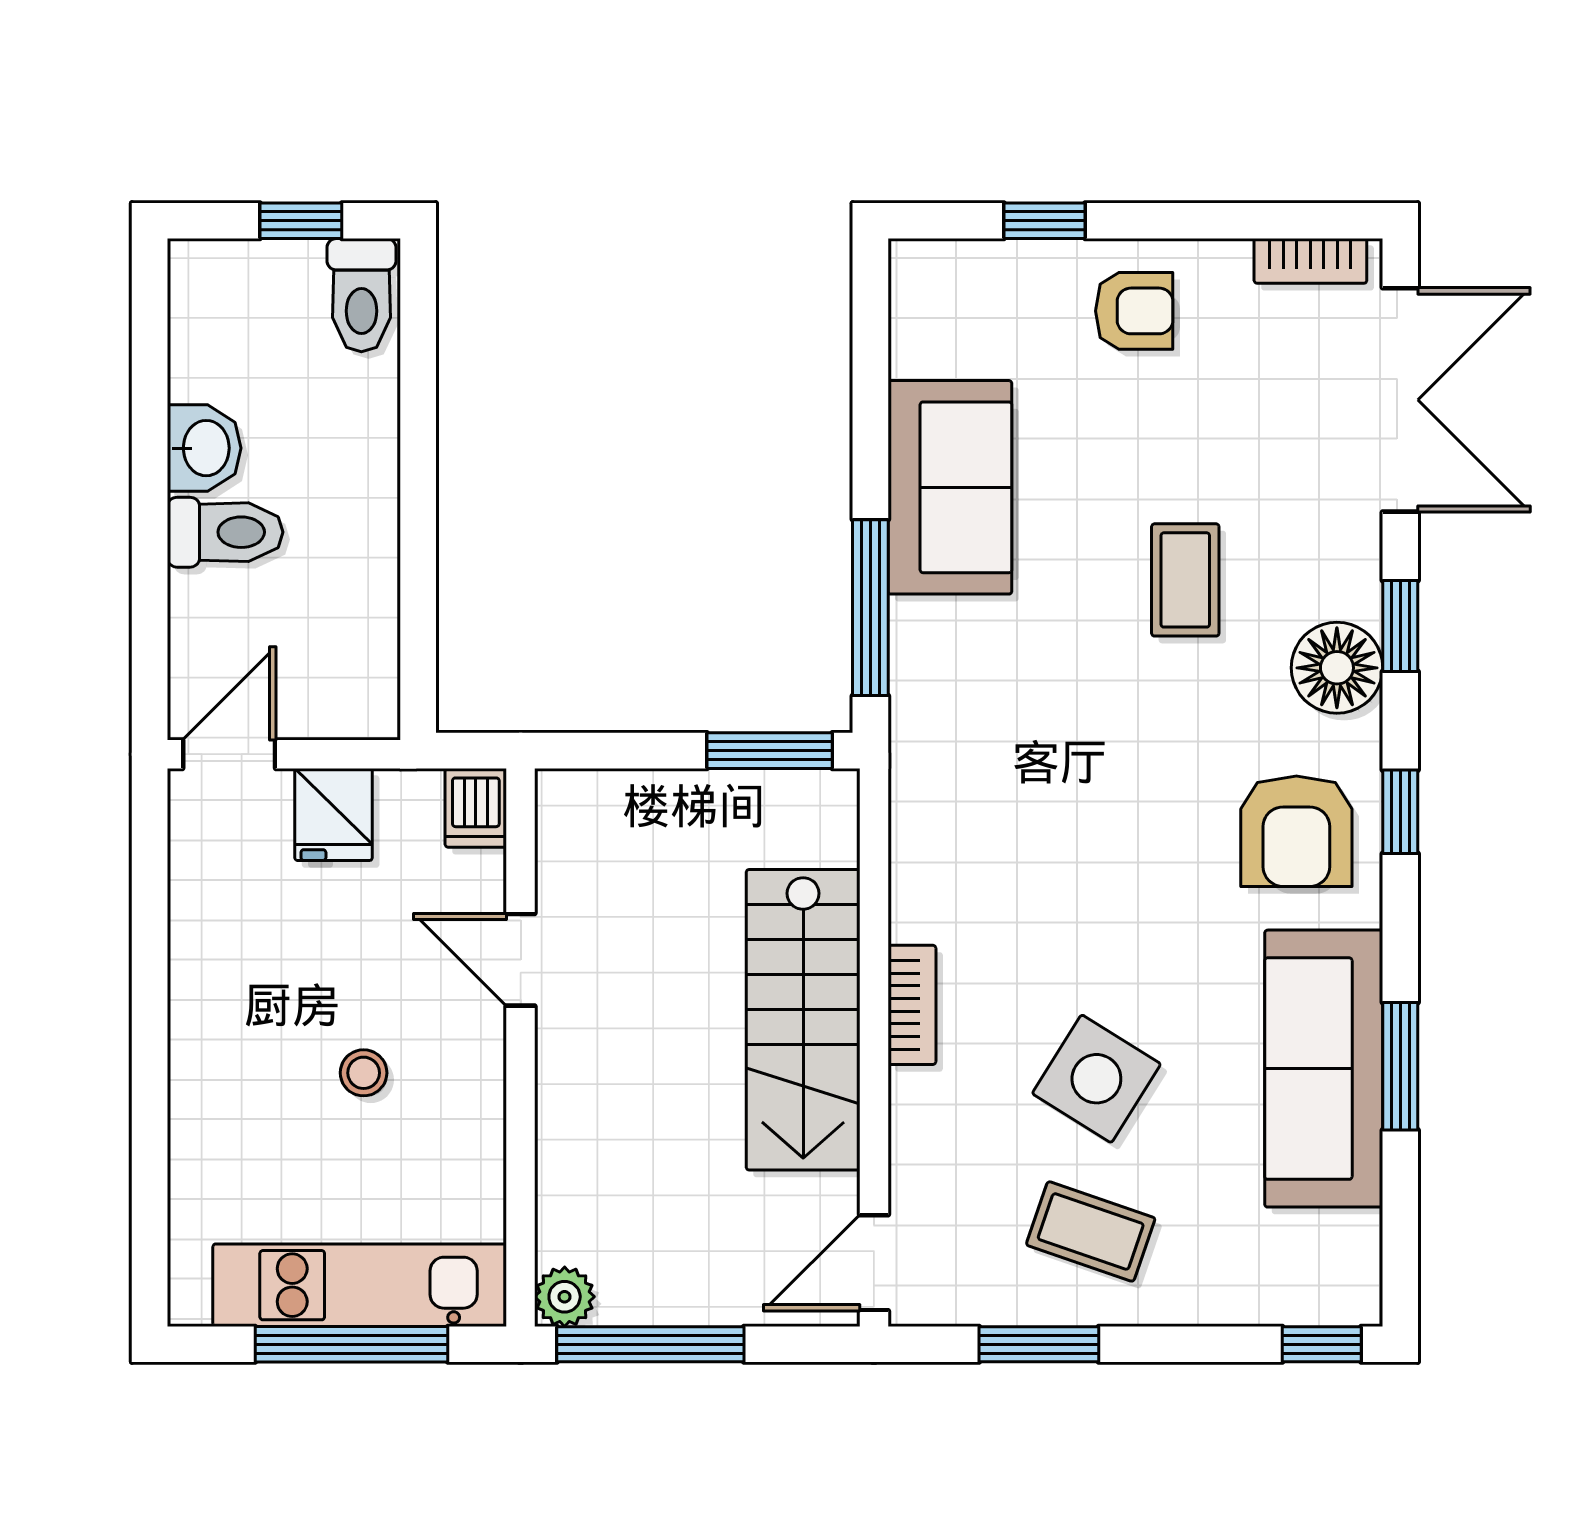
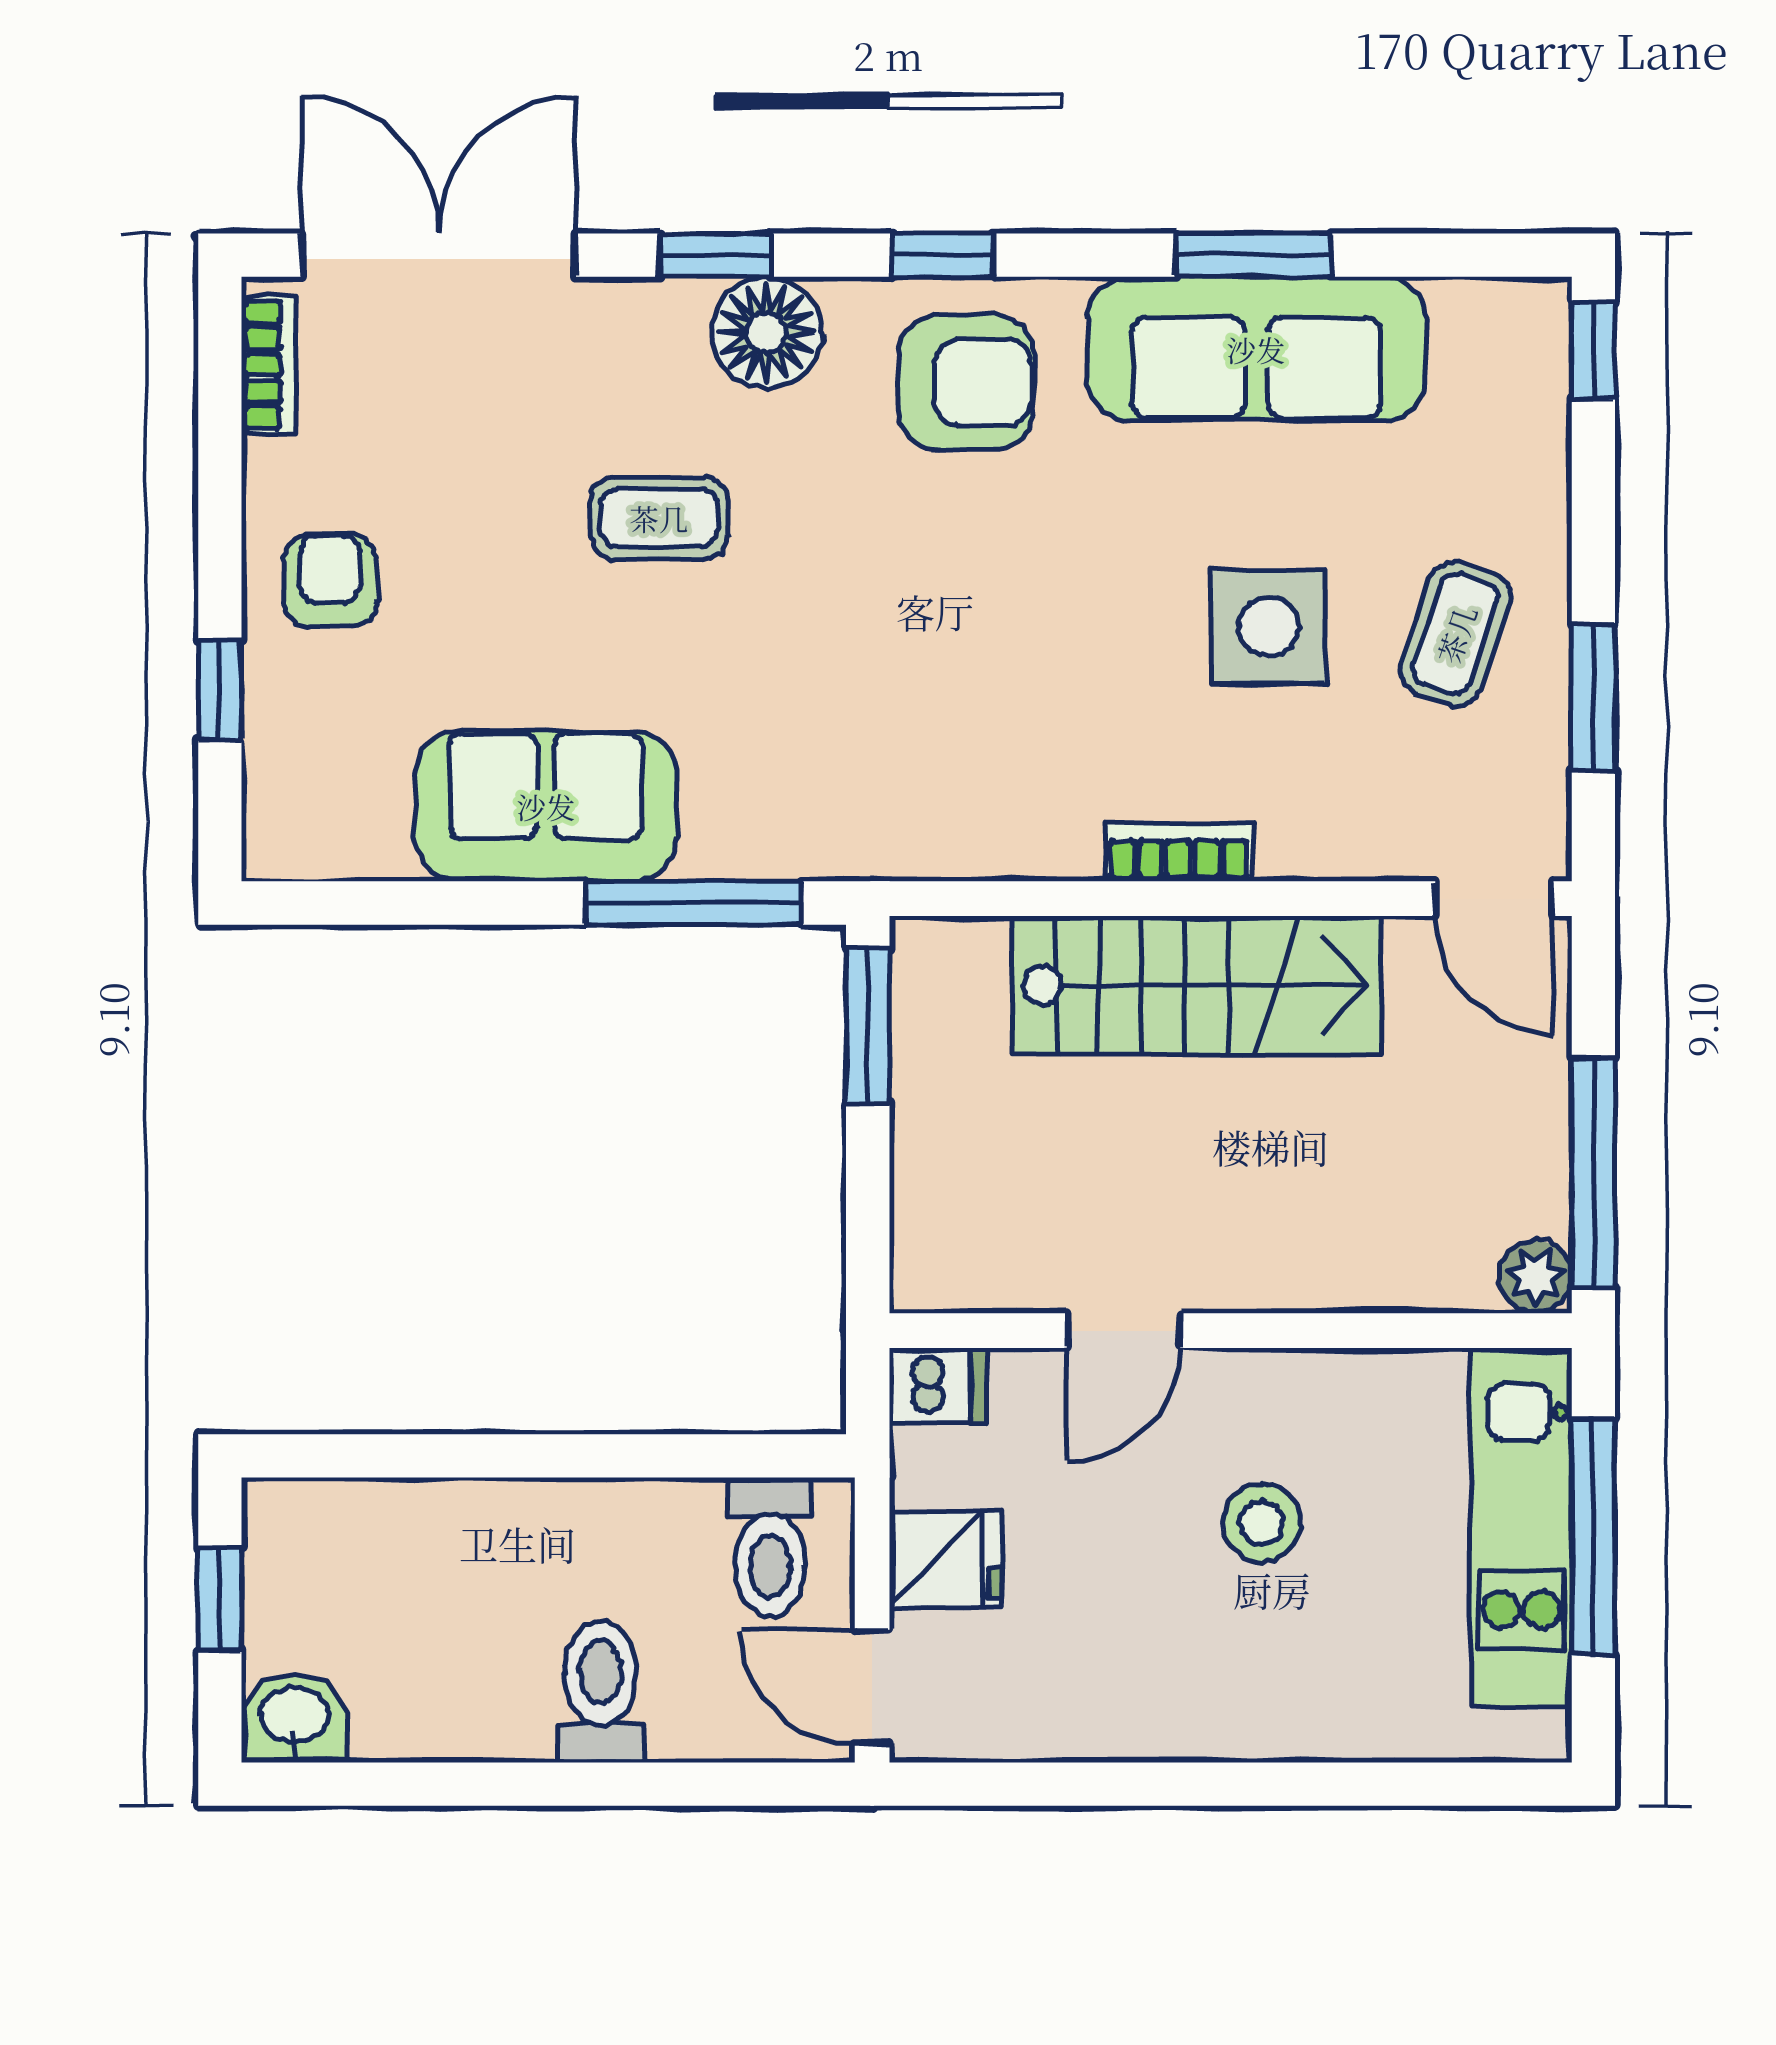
toilet: (361, 295) -> (770, 1547), moved, turned 90
washbasin: (204, 448) -> (295, 1718), moved
stool: (364, 1073) -> (1262, 1523), width x1.37, depth x1.37
side table: (1096, 1079) -> (1269, 627), turned -32

